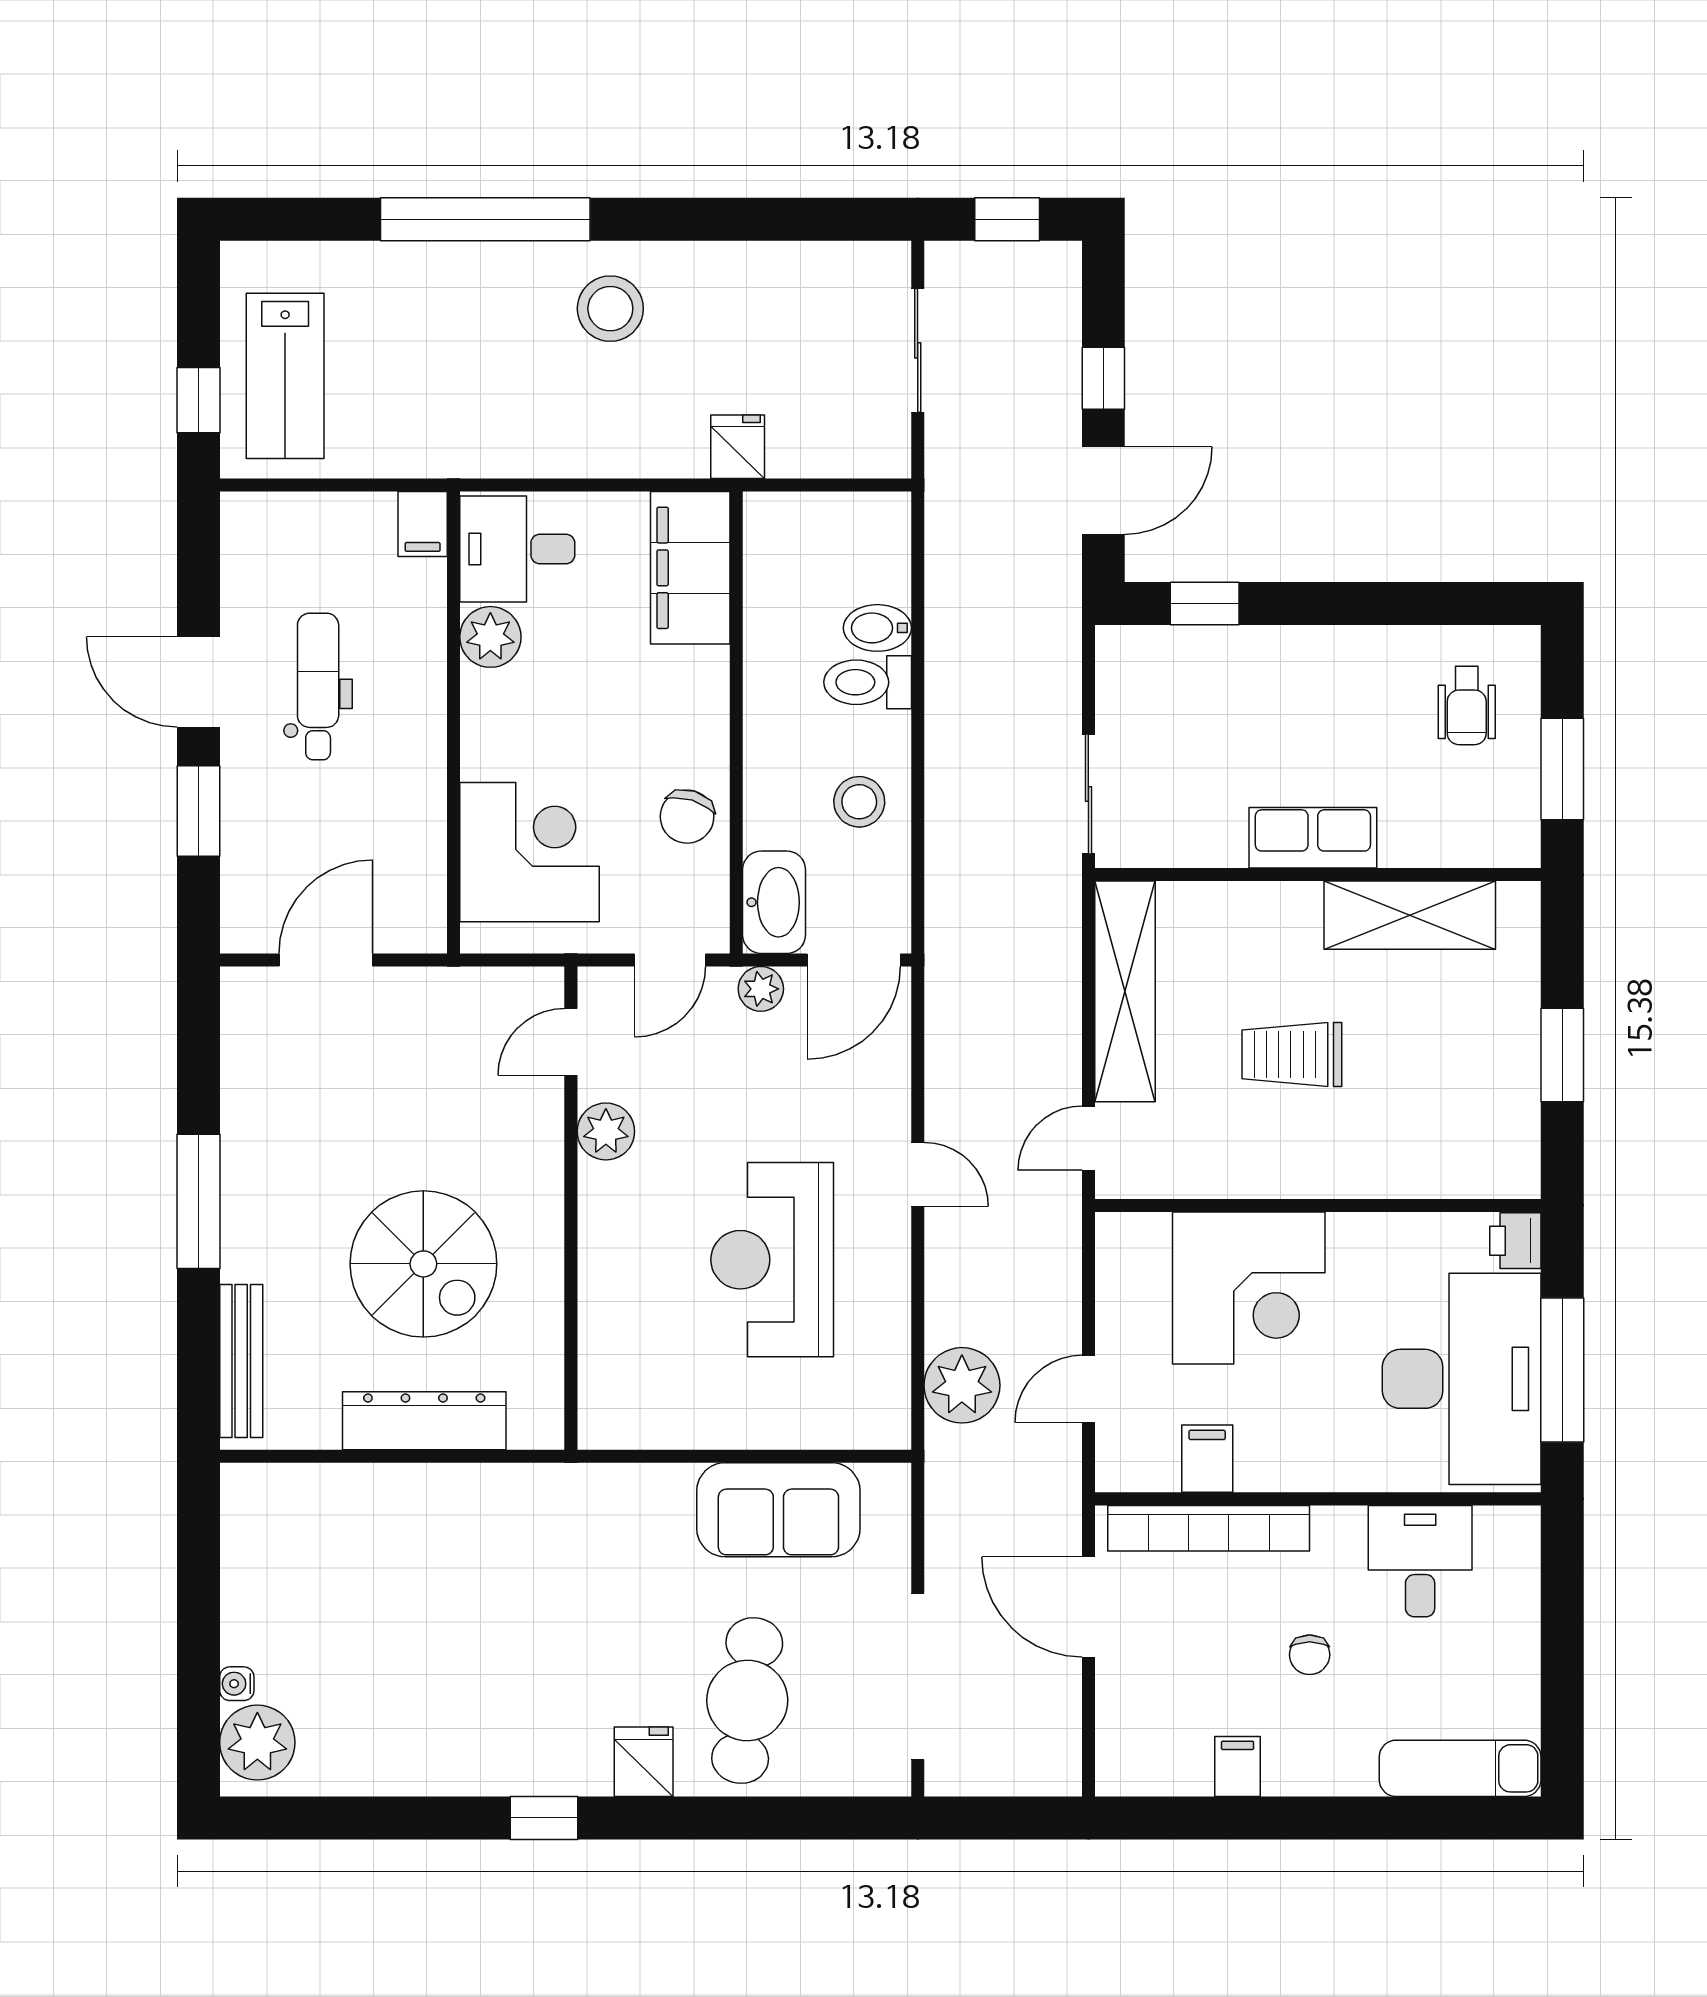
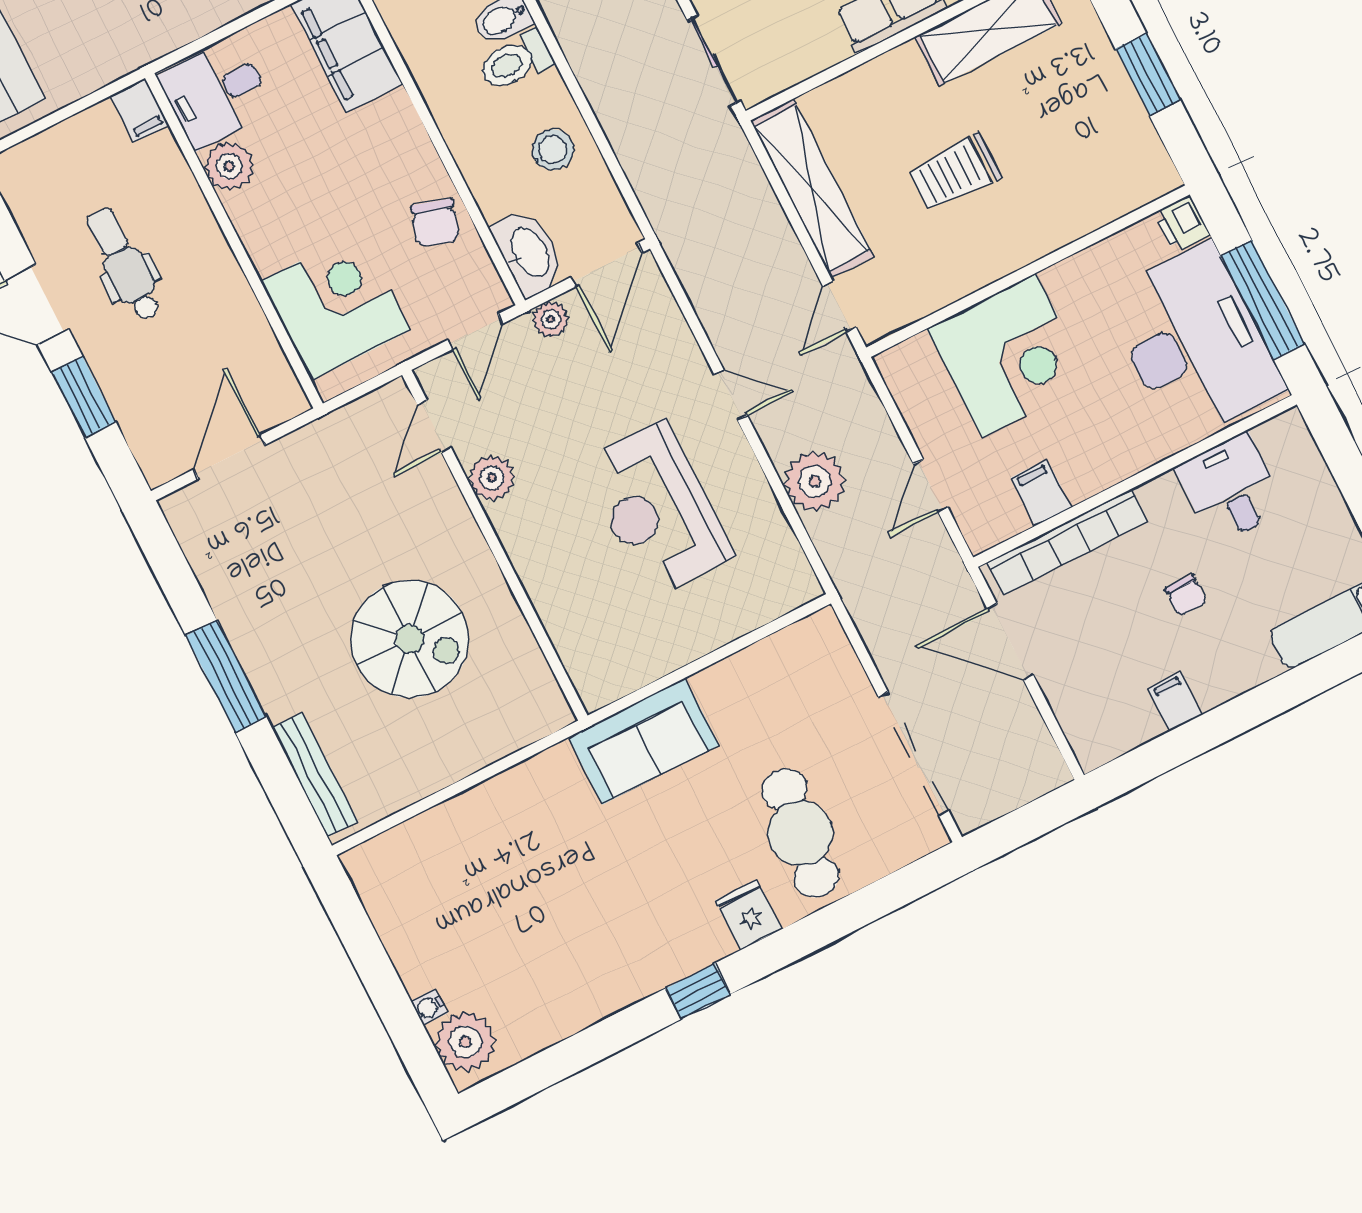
plant: (962, 1385) -> (815, 481), moved
dresser: (424, 1421) -> (467, 751), removed
sofa: (778, 1510) -> (644, 741), moved

